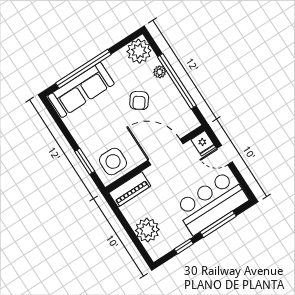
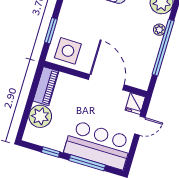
armchair: (139, 101) -> (127, 32), removed
door: (225, 155) -> (140, 126), swing flipped
piano: (130, 189) -> (46, 86), moved, turned -90

